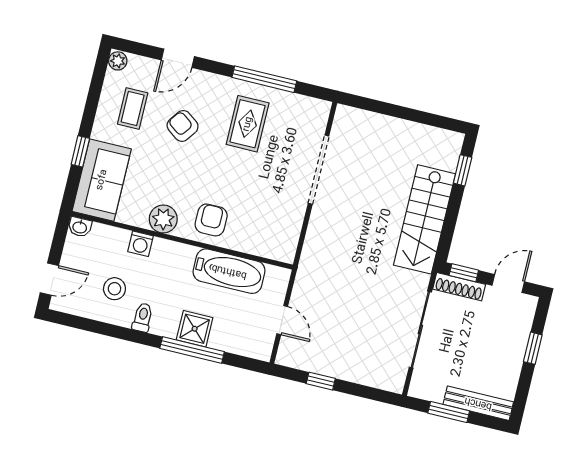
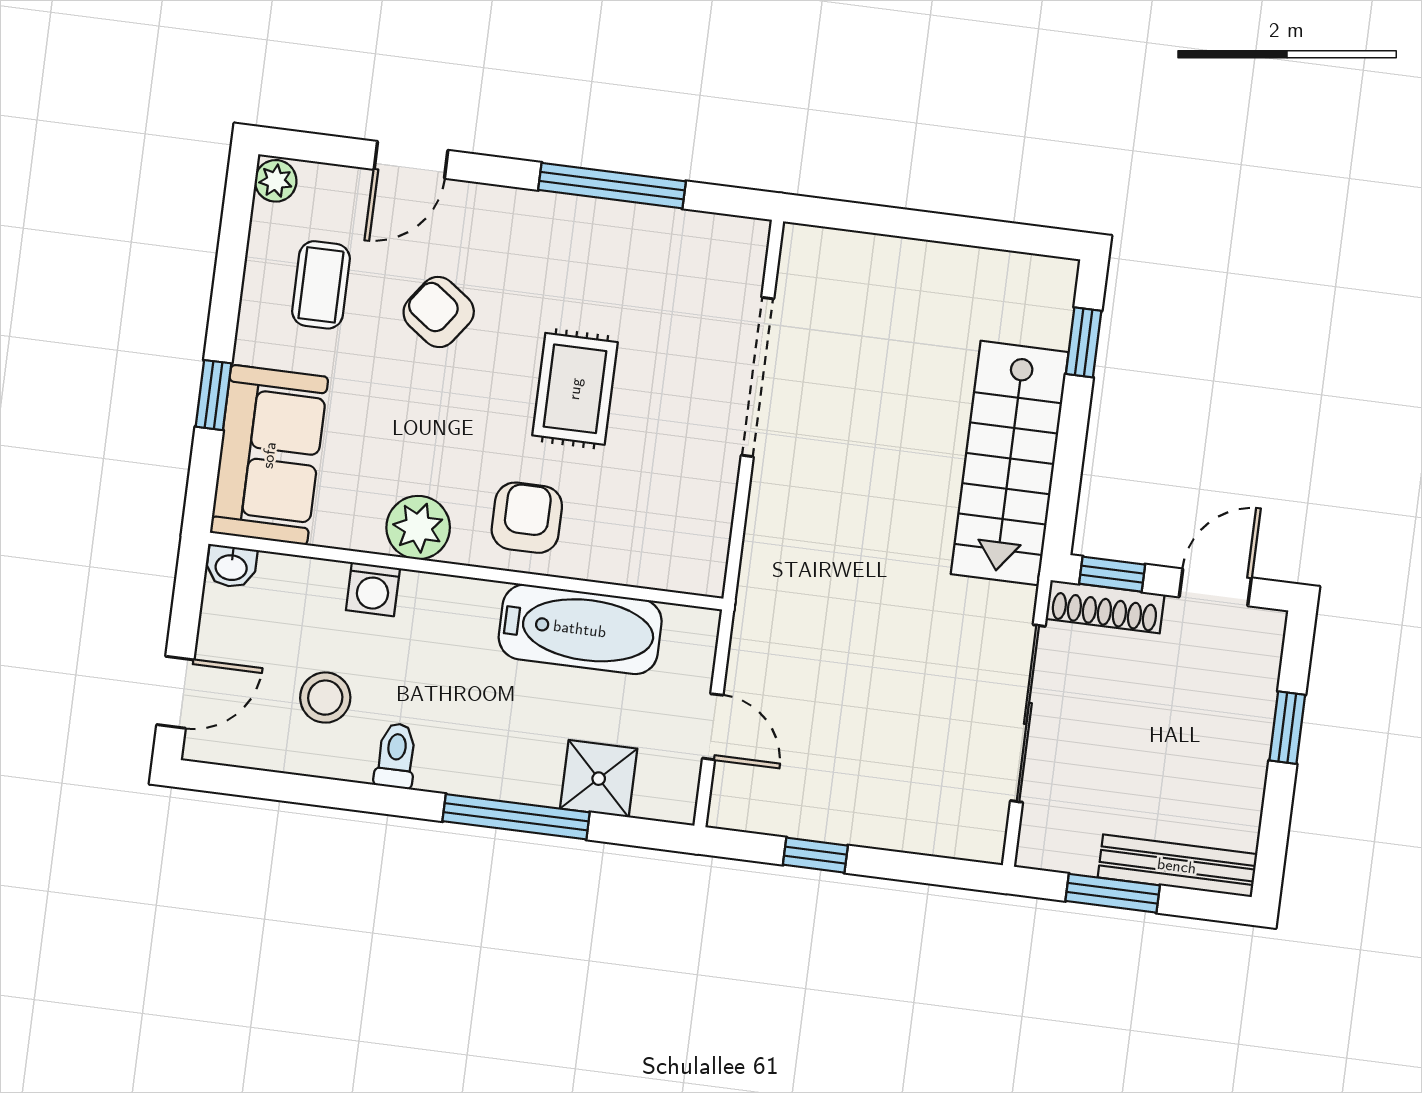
rug: (248, 124) -> (575, 389), moved
shower: (195, 329) -> (599, 779), moved

